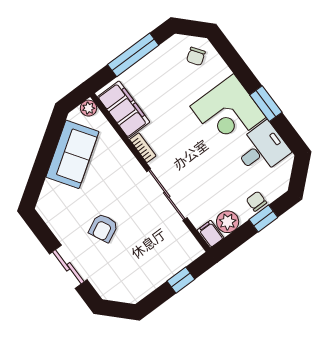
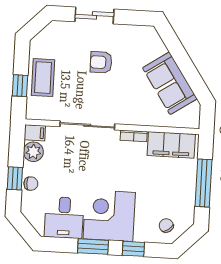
window: (239, 68) -> (133, 249), added
plant: (89, 108) -> (193, 121), removed
armchair: (103, 228) -> (101, 62), turned -64
coffee table: (158, 266) -> (43, 78), added

